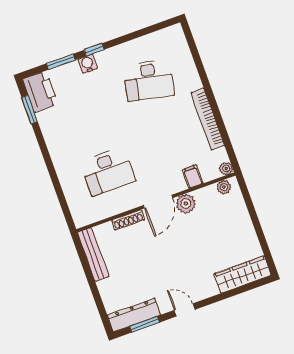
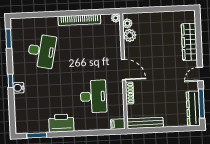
window: (61, 62) -> (9, 39), moved
printer: (40, 92) -> (61, 123), moved
filing cabinet: (193, 177) -> (118, 124), moved
plant: (186, 204) -> (130, 35), moved
wardrobe: (243, 274) -> (189, 42), moved
window: (144, 324) -> (202, 104), width x1.44

